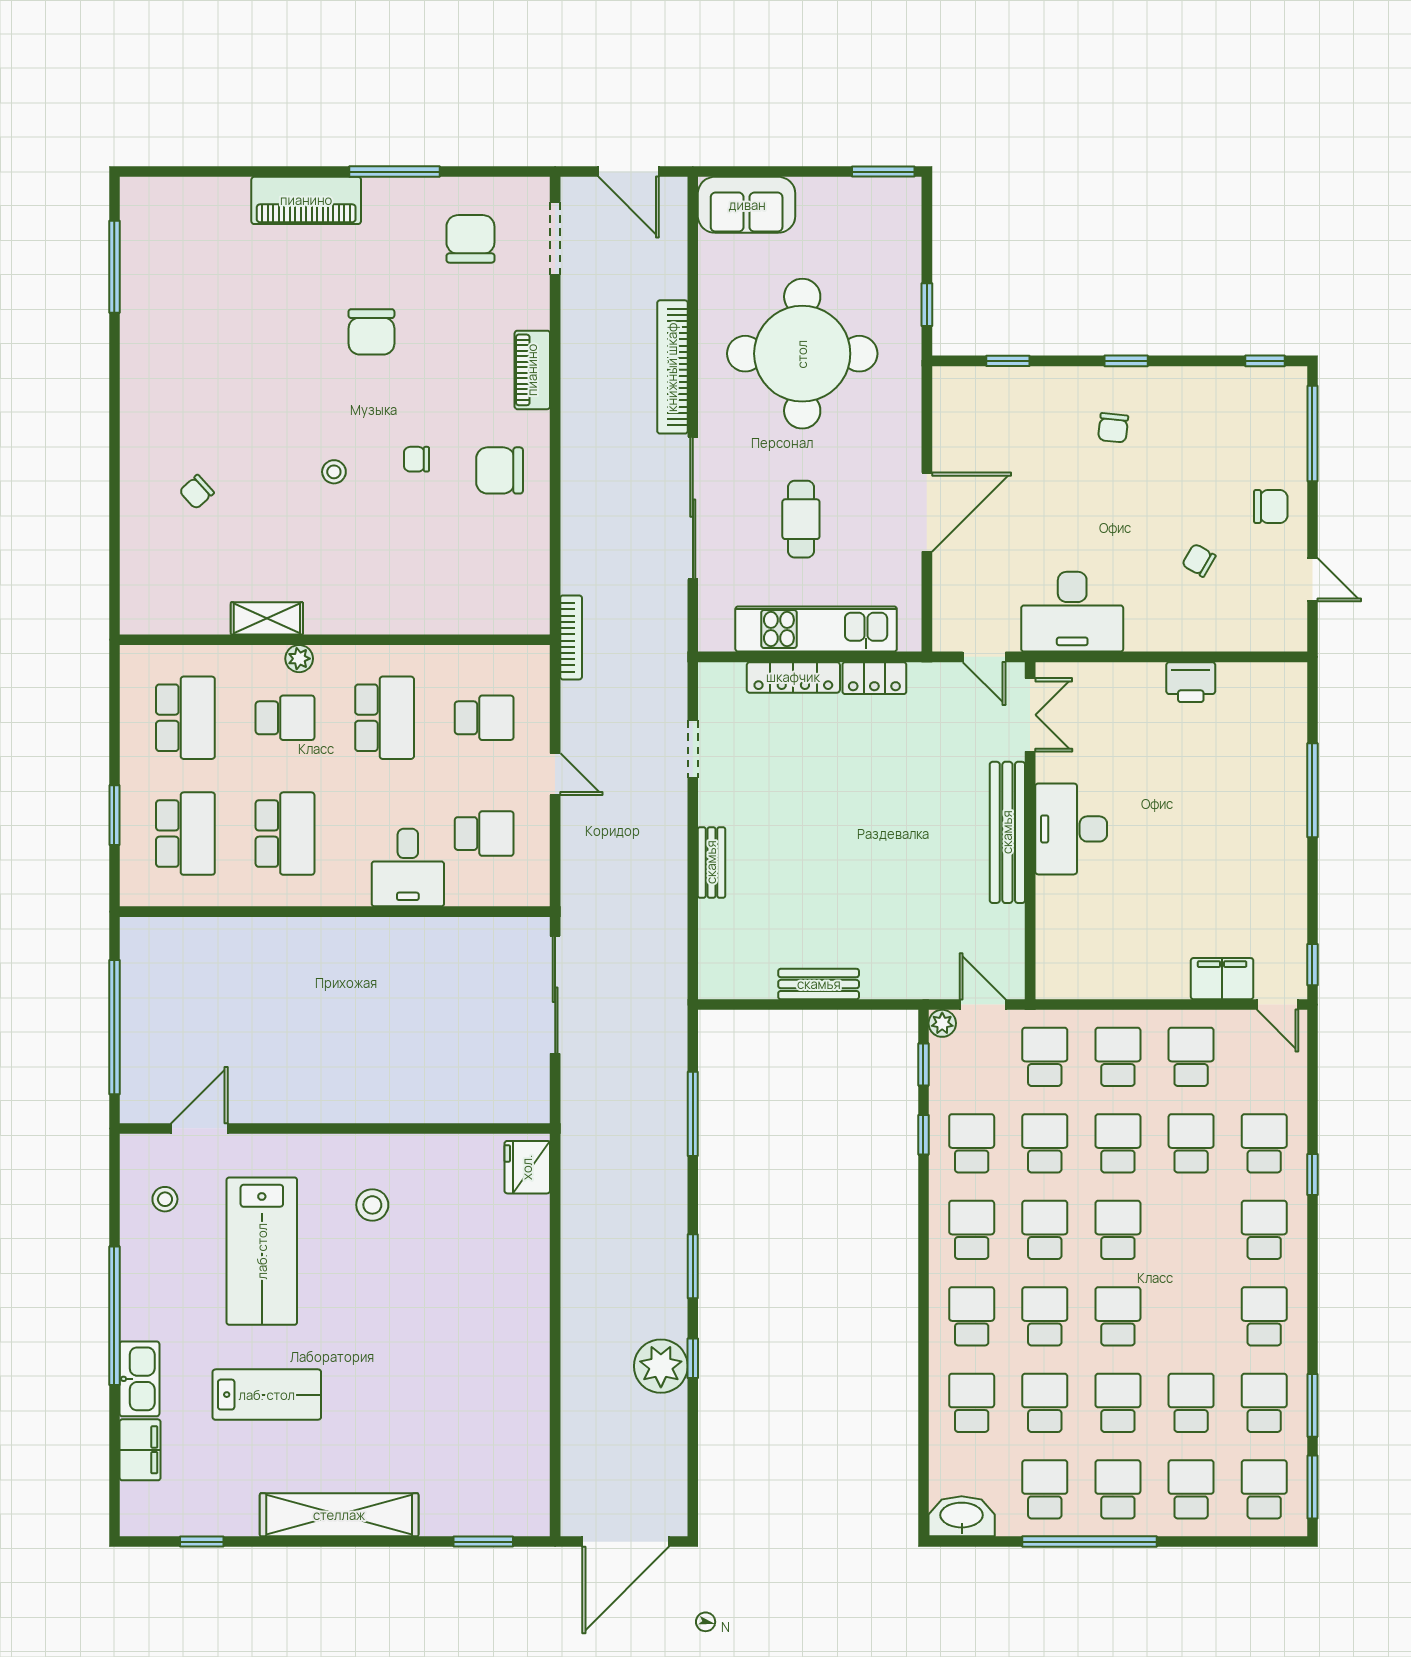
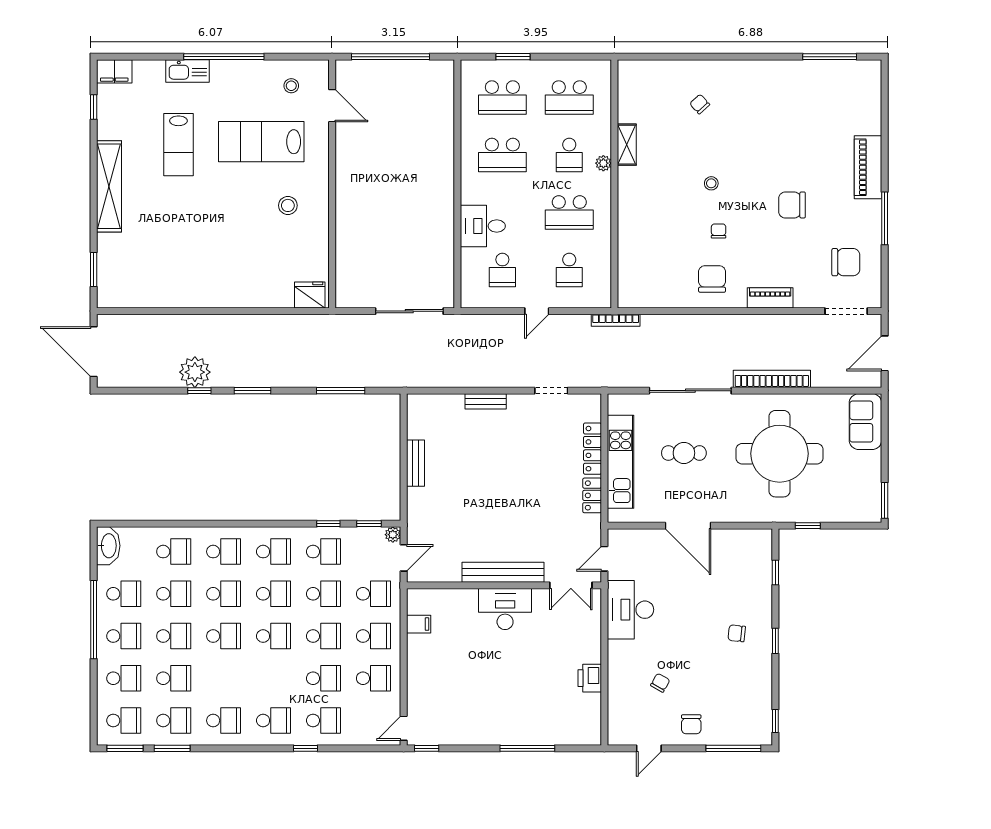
filing cabinet: (1222, 979) -> (419, 624), moved, width x0.50
filing cabinet: (140, 1450) -> (114, 71), moved

